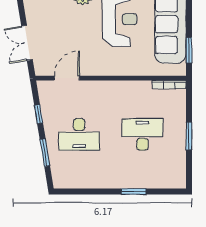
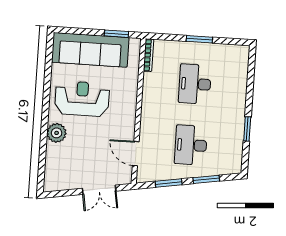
window: (39, 114) -> (169, 183), width x1.50
desk: (79, 134) -> (191, 145), turned 180
window: (134, 191) -> (247, 129), moved

